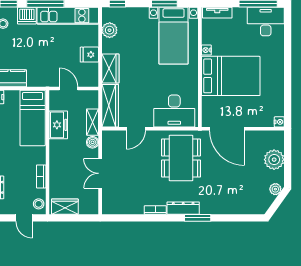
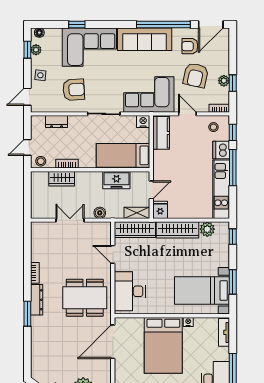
fridge: (89, 55) -> (160, 210), moved
wardrobe: (110, 69) -> (177, 230), width x1.50
shelving: (92, 122) -> (137, 213), moved
wardrobe: (65, 207) -> (62, 179), moved, turned 90

